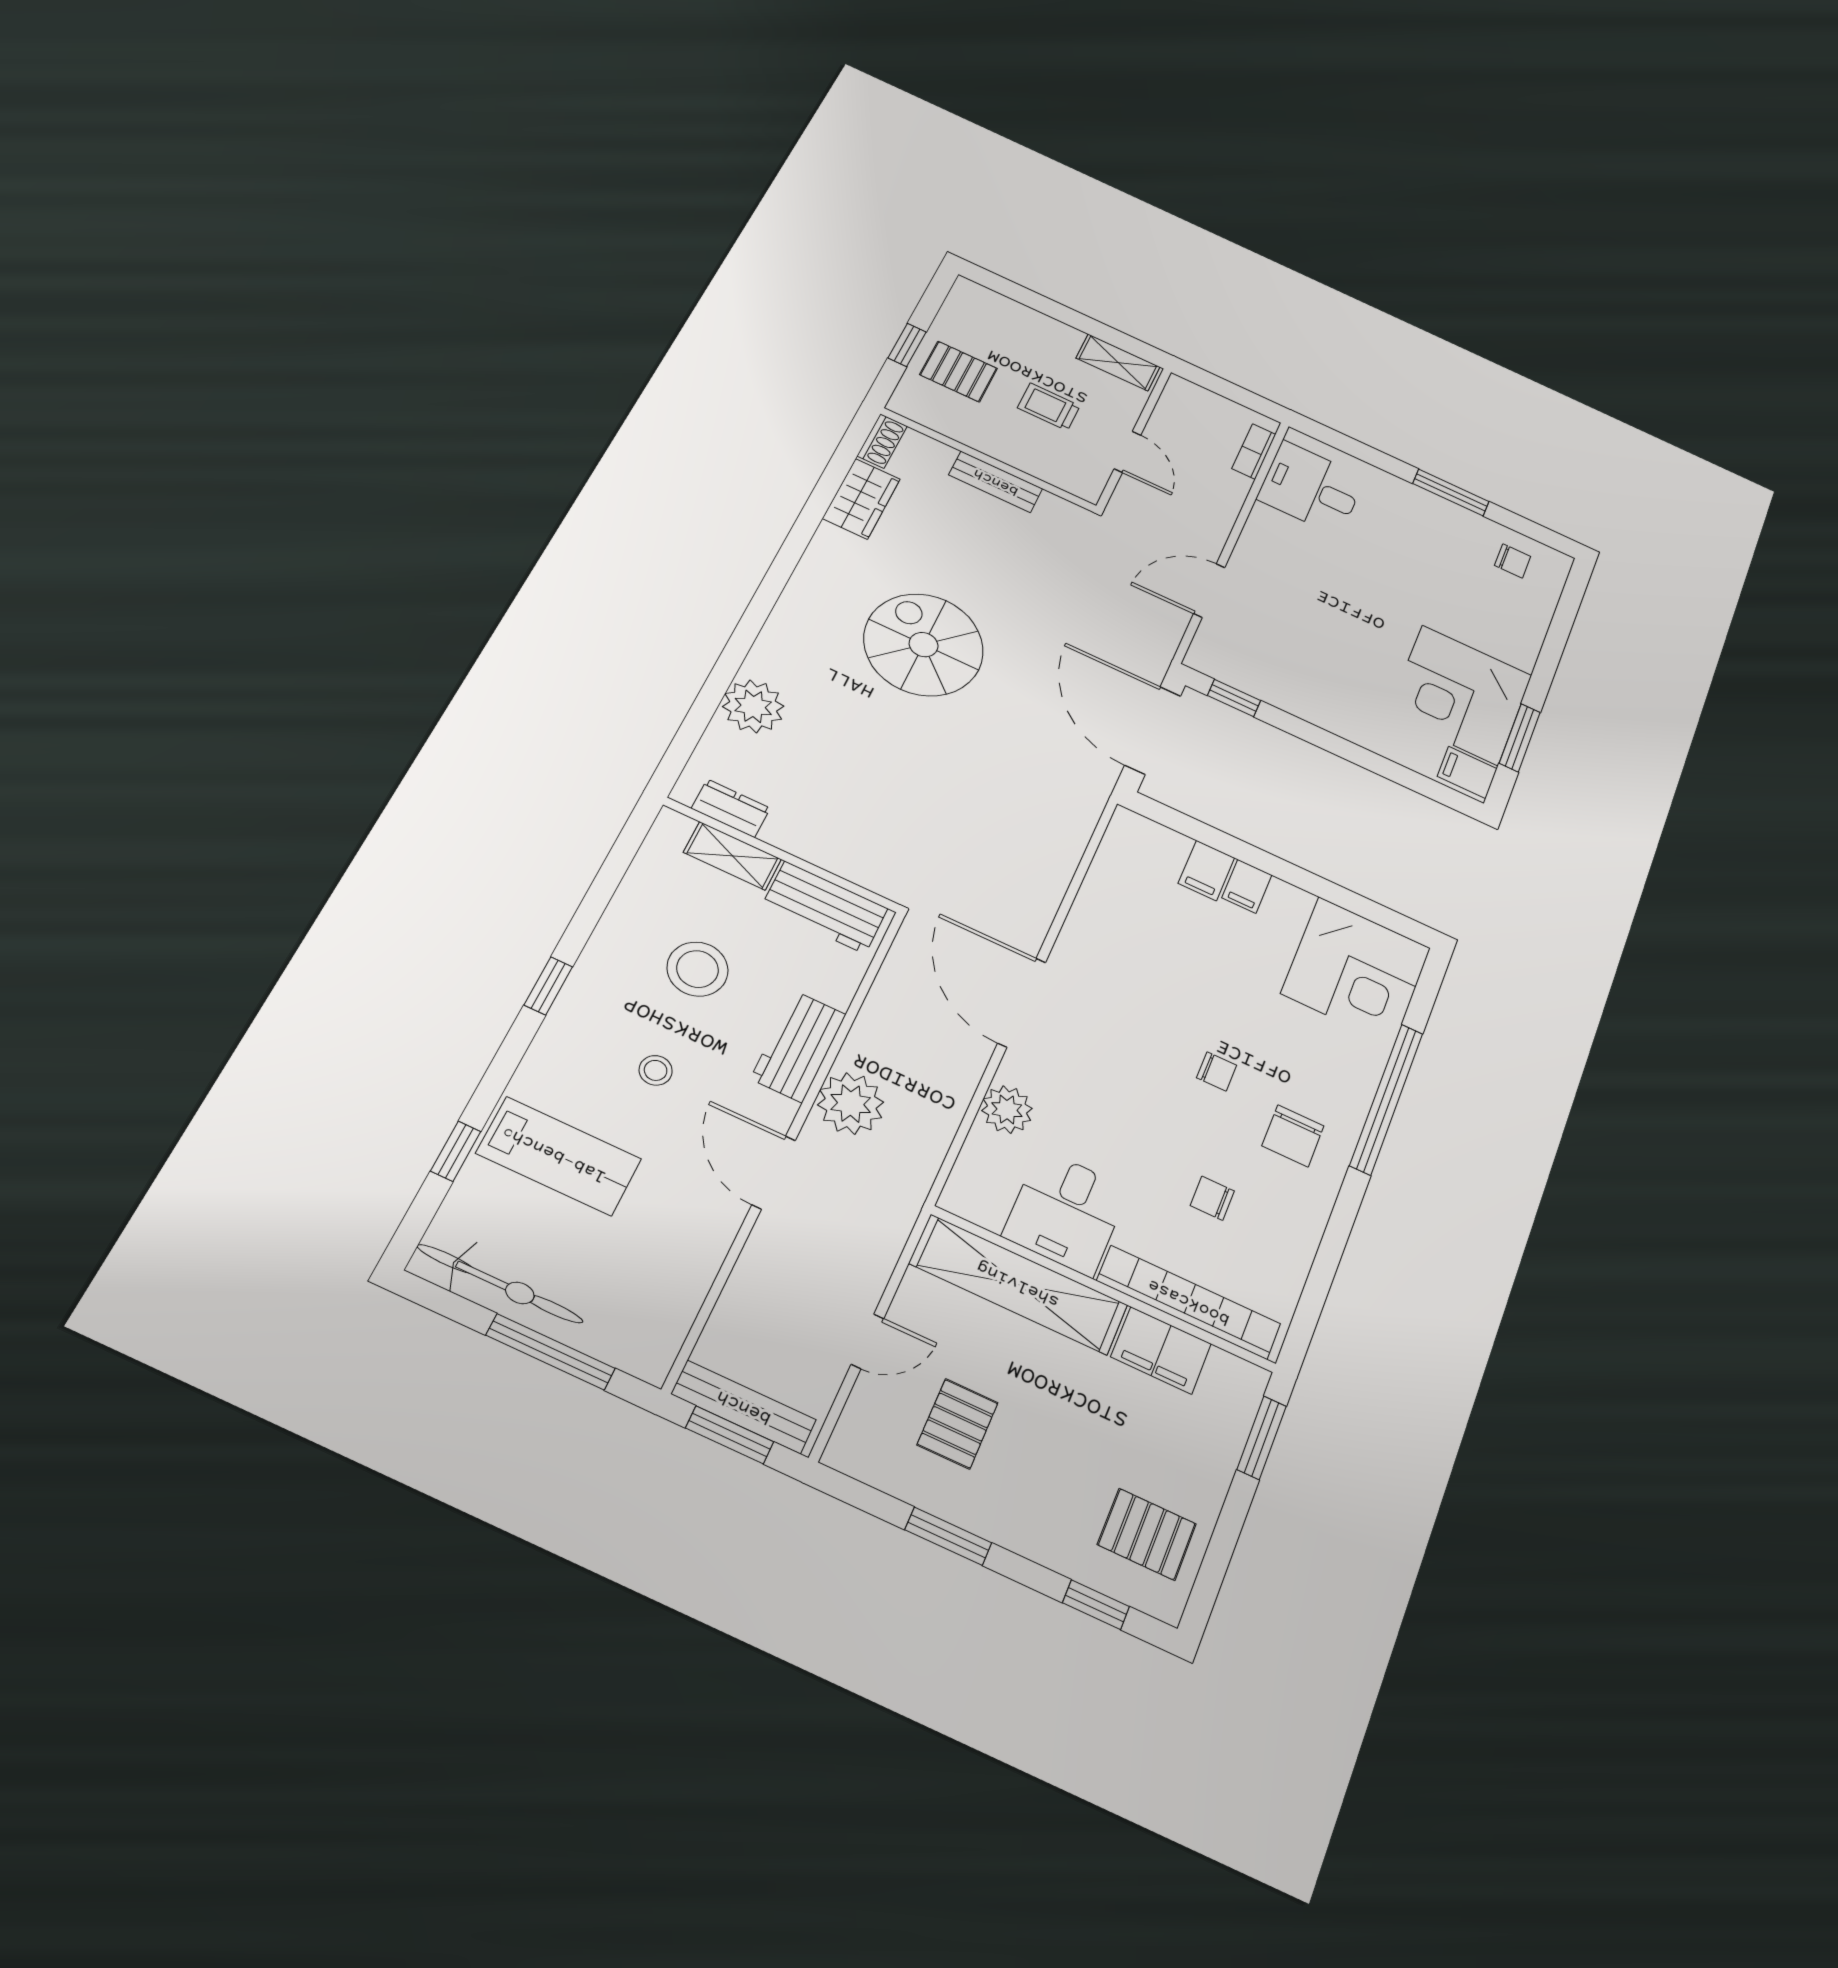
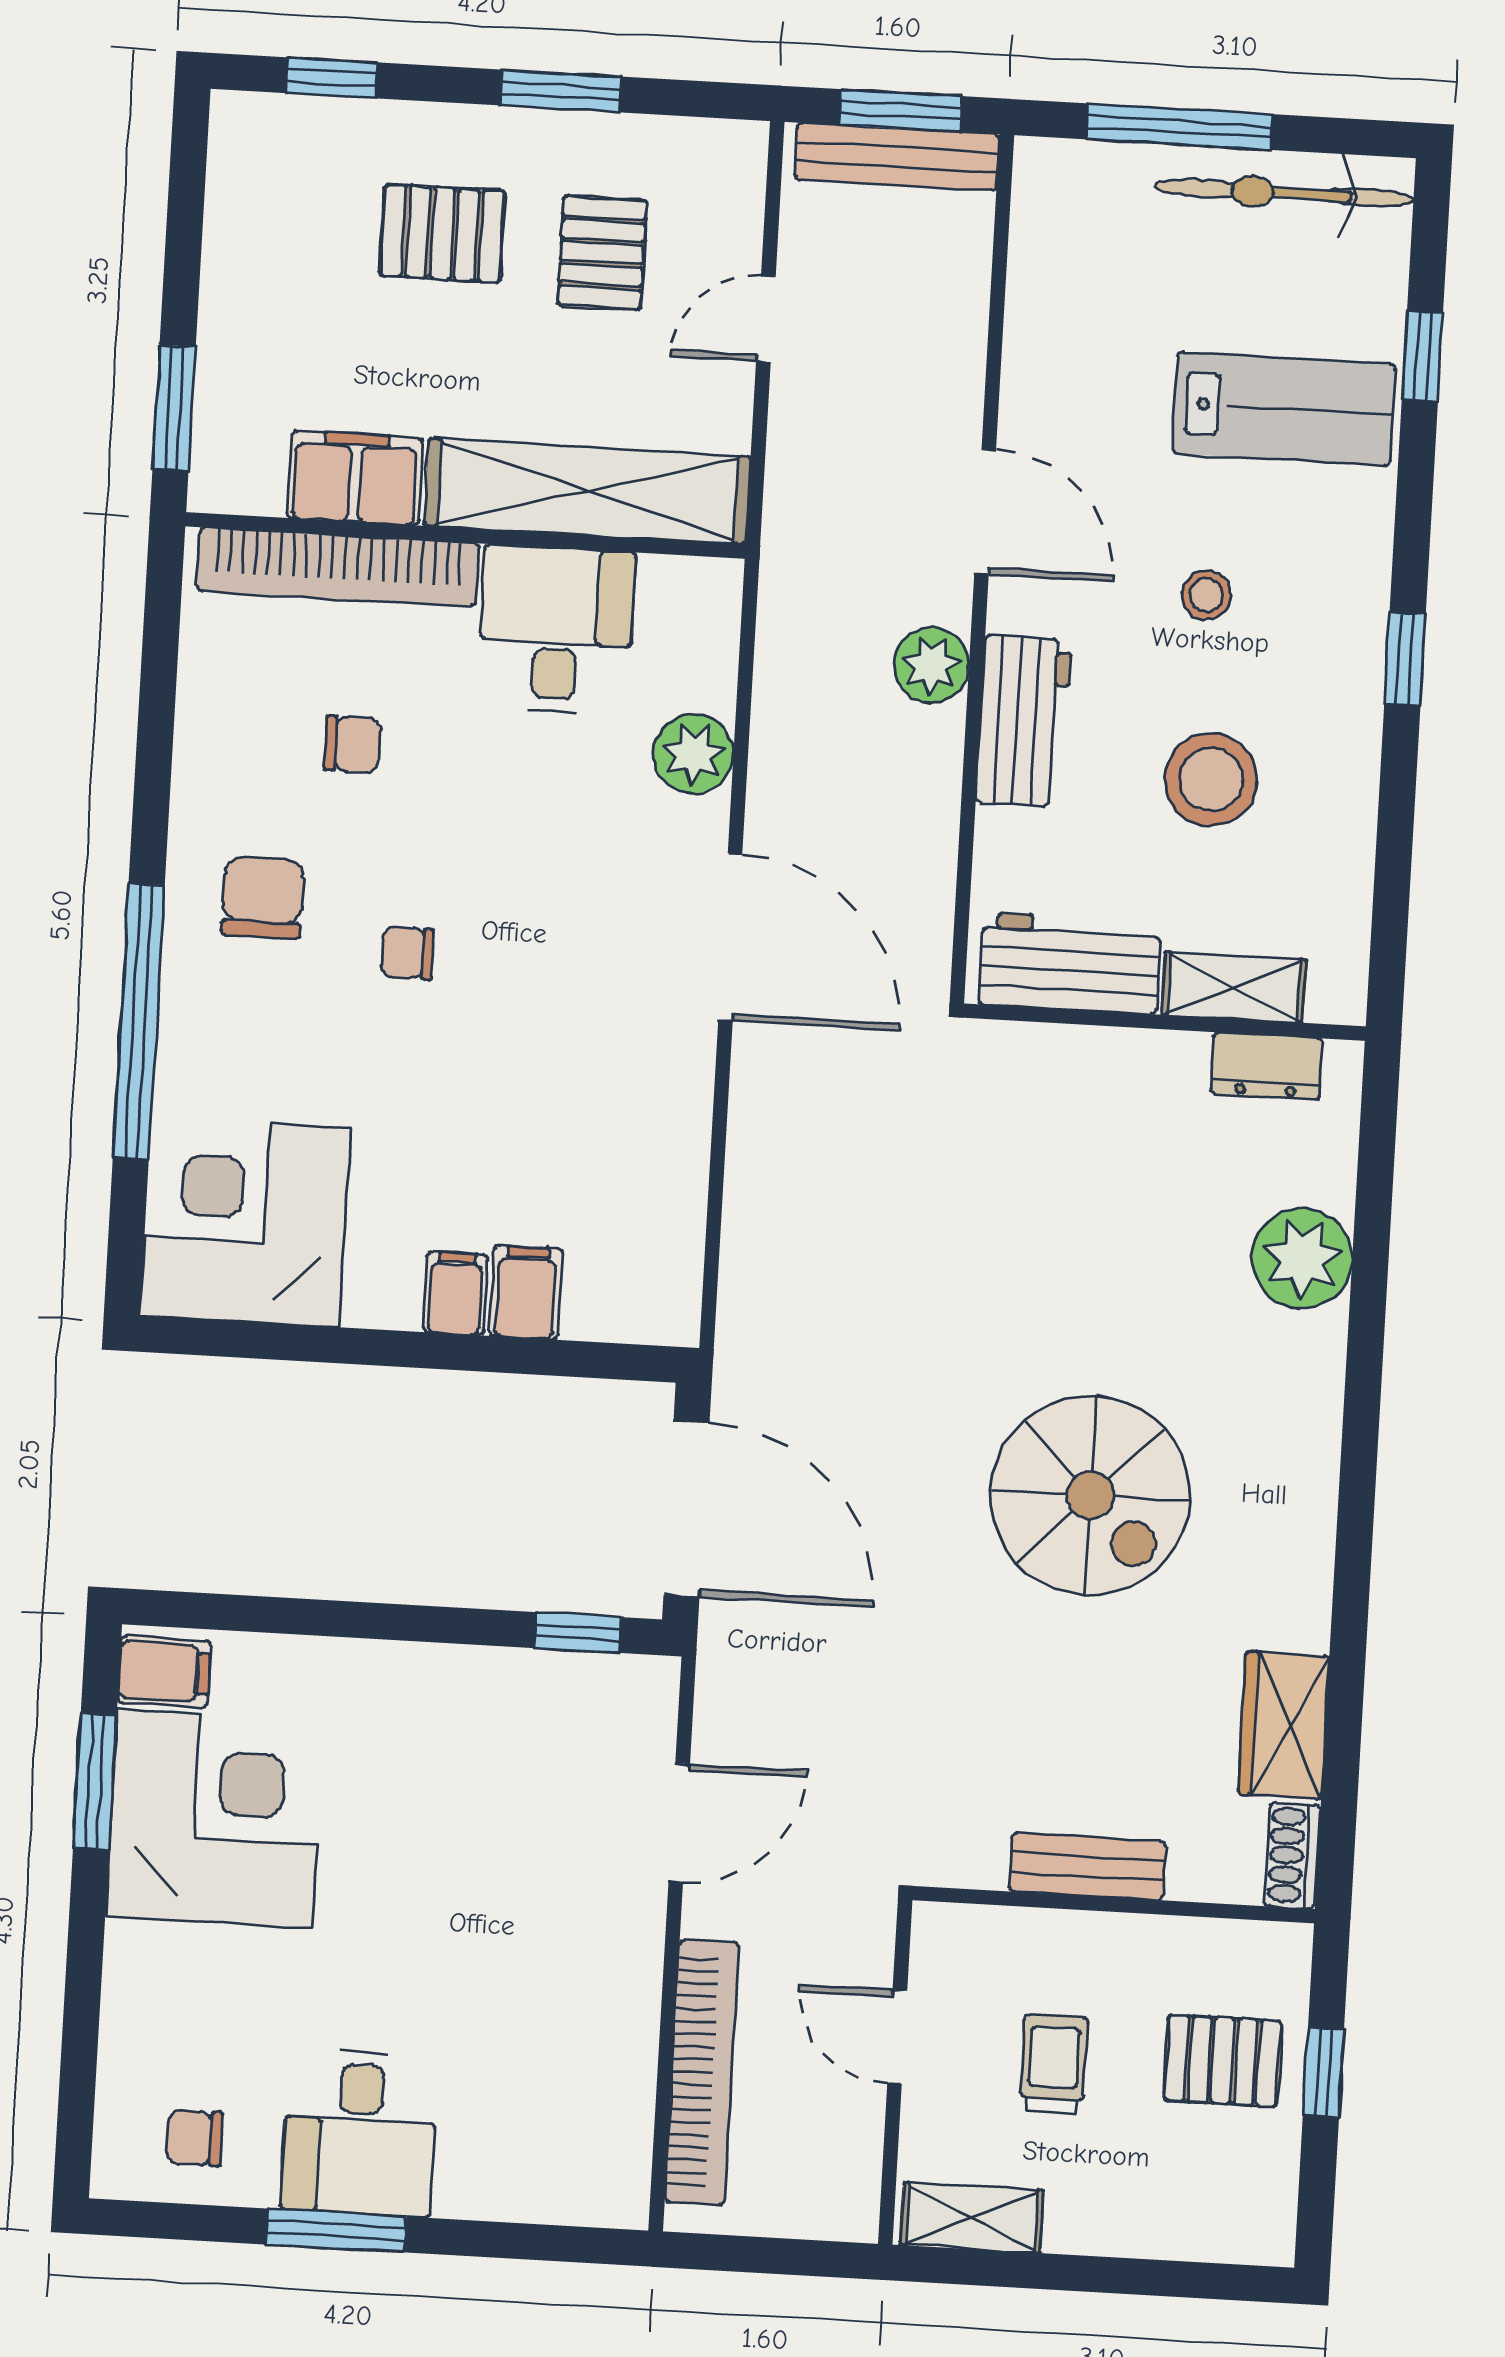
trolley: (1049, 407) -> (1054, 2064), turned -90
bookcase: (1254, 451) -> (702, 2072), width x2.31, depth x1.31
desk: (1311, 488) -> (360, 2133), moved, turned 90
plant: (851, 1104) -> (931, 665), width x0.73, depth x0.73
lab bench: (559, 1156) -> (1284, 409), turned 180
pallet: (1147, 1534) -> (442, 233), moved

